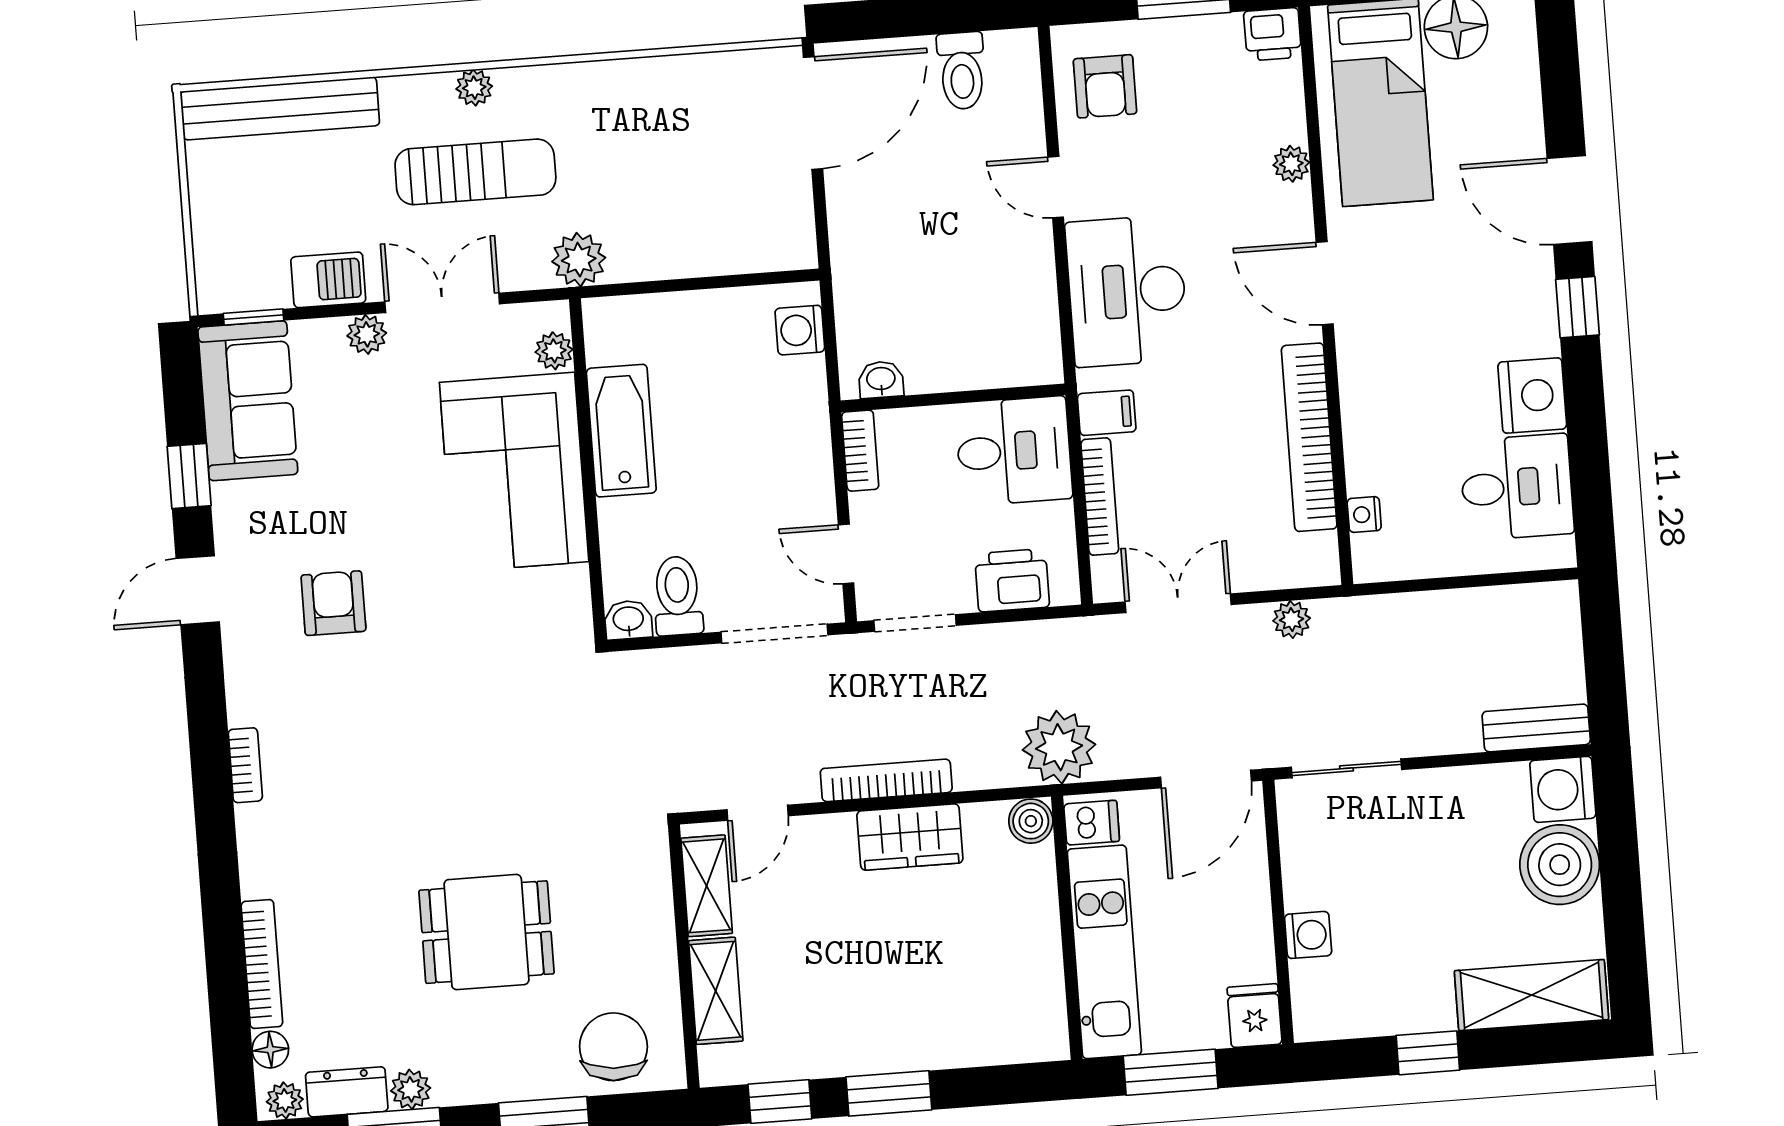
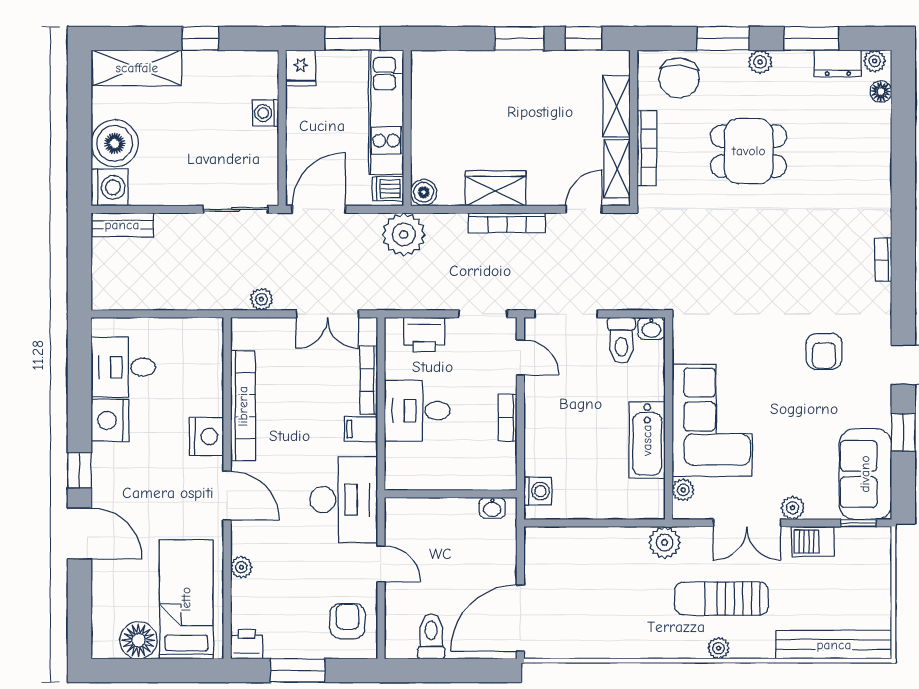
washbasin: (881, 380) -> (492, 508), moved
wall: (953, 398) -> (451, 494), moved
nightstand: (1364, 514) -> (207, 436), moved, width x1.89, depth x1.79
bookcase: (262, 964) -> (647, 148), moved, turned 180
plant: (411, 1089) -> (760, 62), moved

